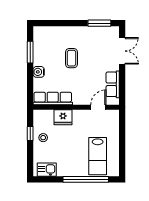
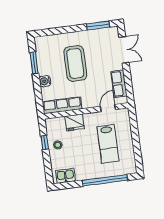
coffee table: (71, 58) -> (75, 63), width x1.86, depth x1.72
lab bench: (98, 156) -> (108, 144), moved

